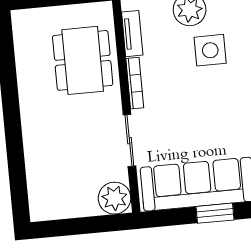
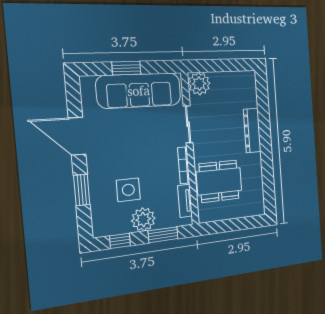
dining table: (83, 60) -> (219, 181), turned 90
dresser: (33, 134) -> (252, 130), added

